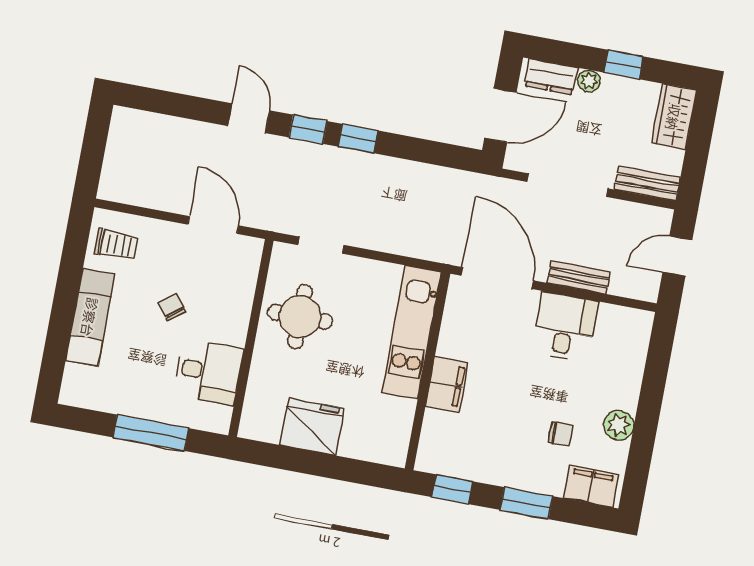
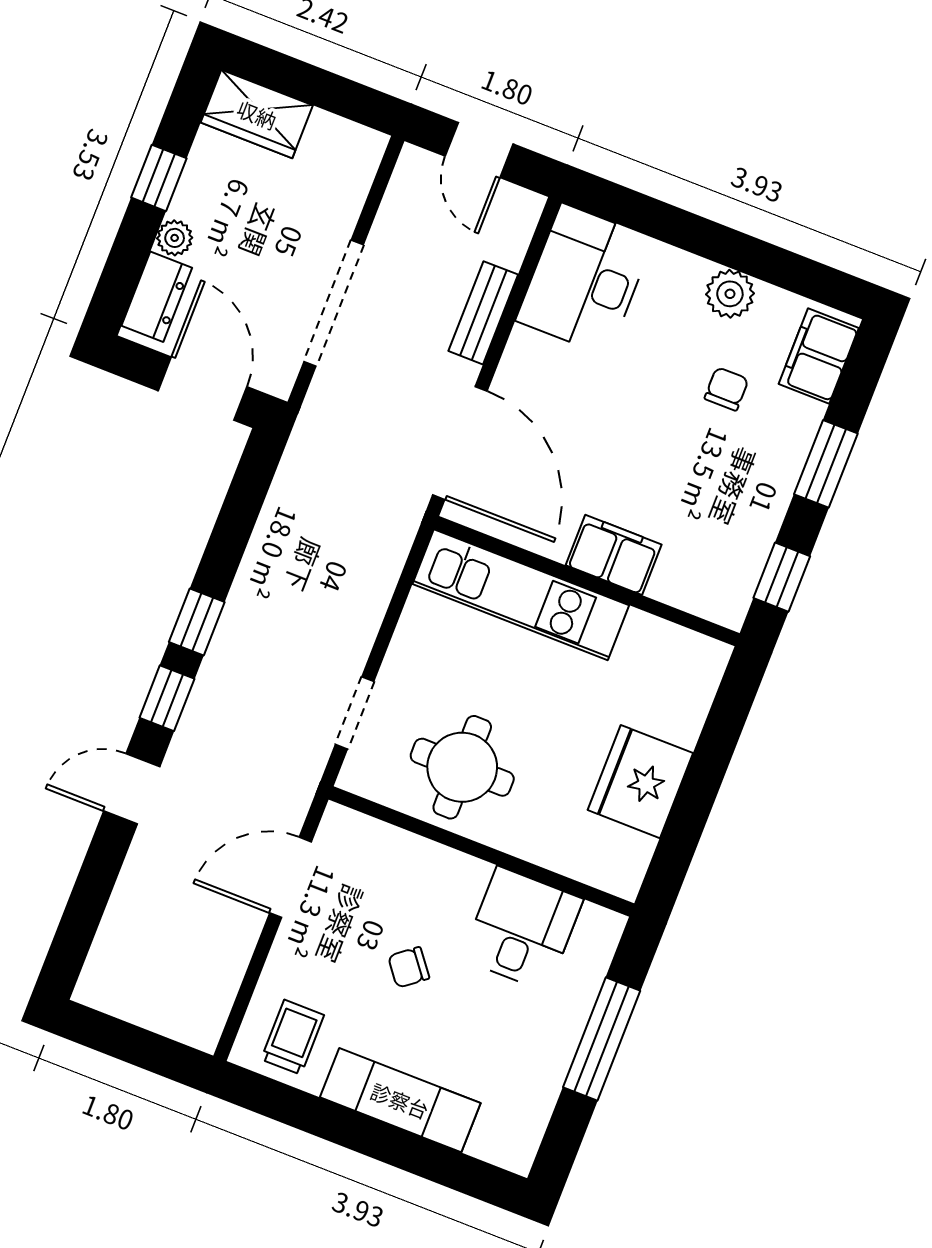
bench: (647, 183) -> (355, 176), removed
door: (497, 278) -> (460, 443), swing flipped
desk: (565, 327) -> (585, 280), moved, width x1.37

